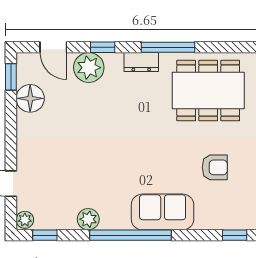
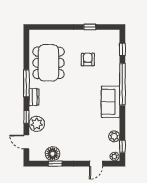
door: (53, 47) -> (26, 142), swing flipped
window: (11, 77) -> (55, 164), moved
sofa: (163, 212) -> (111, 102), moved
plant: (88, 219) -> (114, 136), moved
window: (131, 235) -> (122, 84), moved

